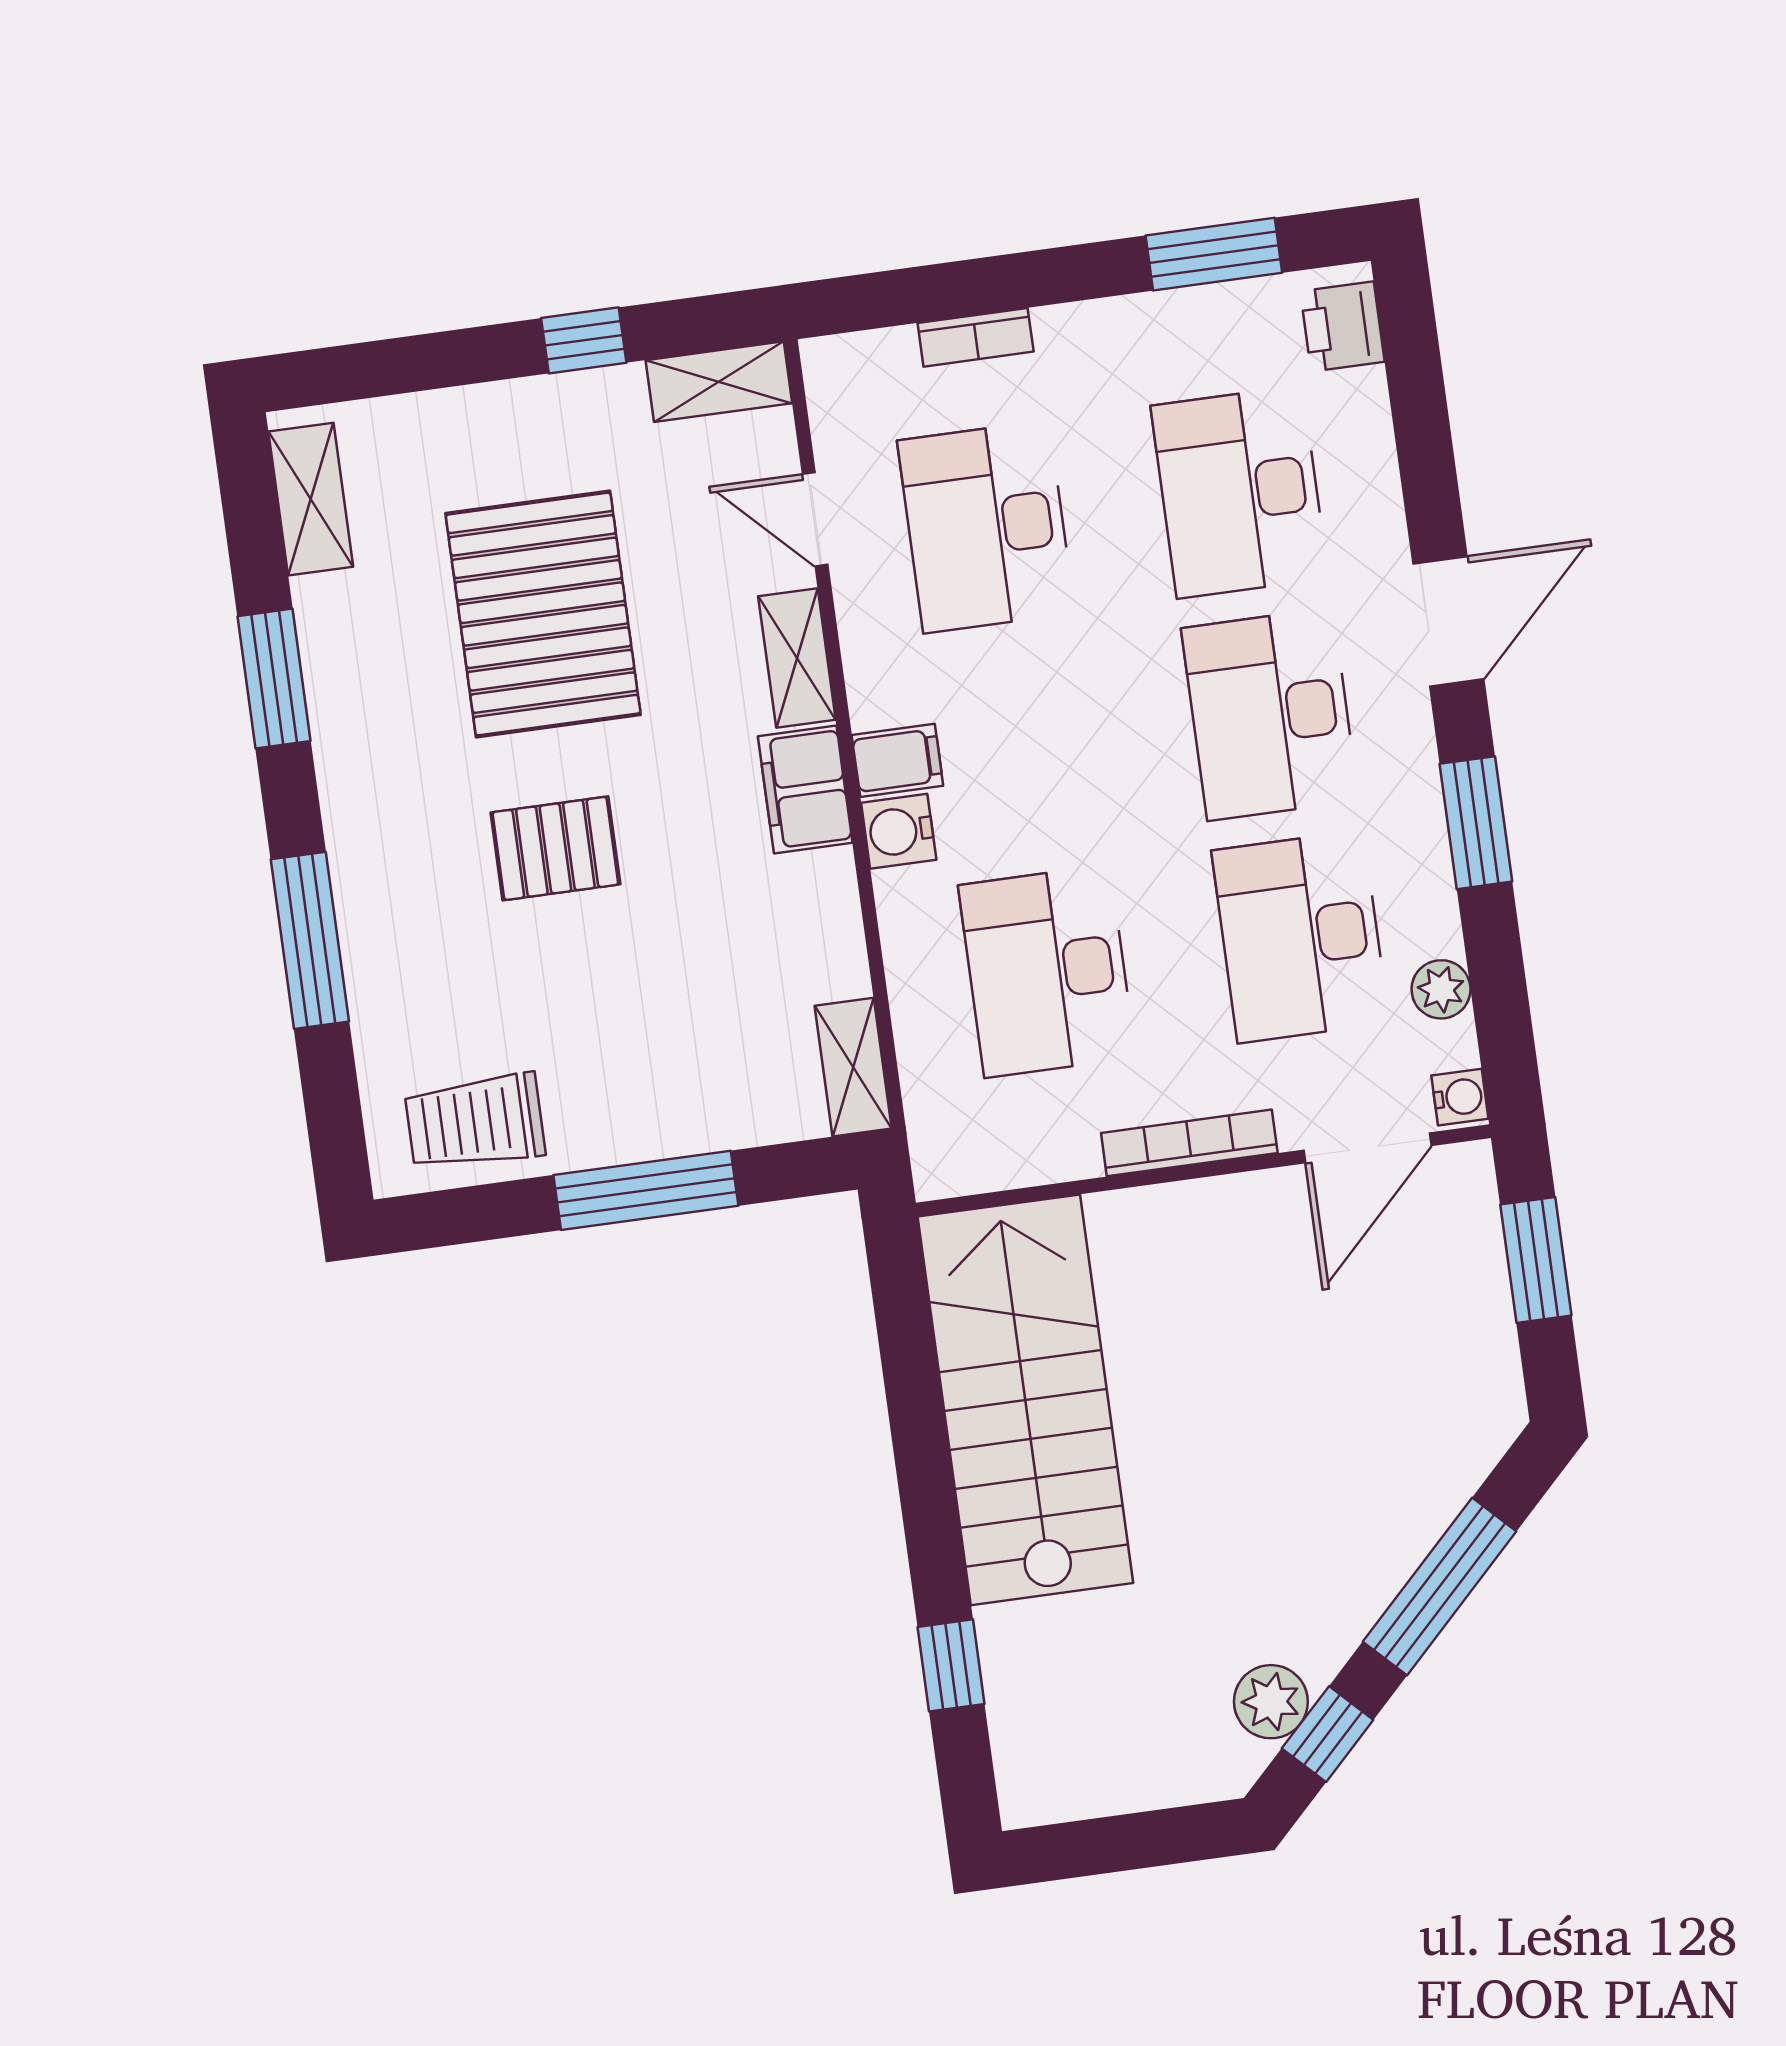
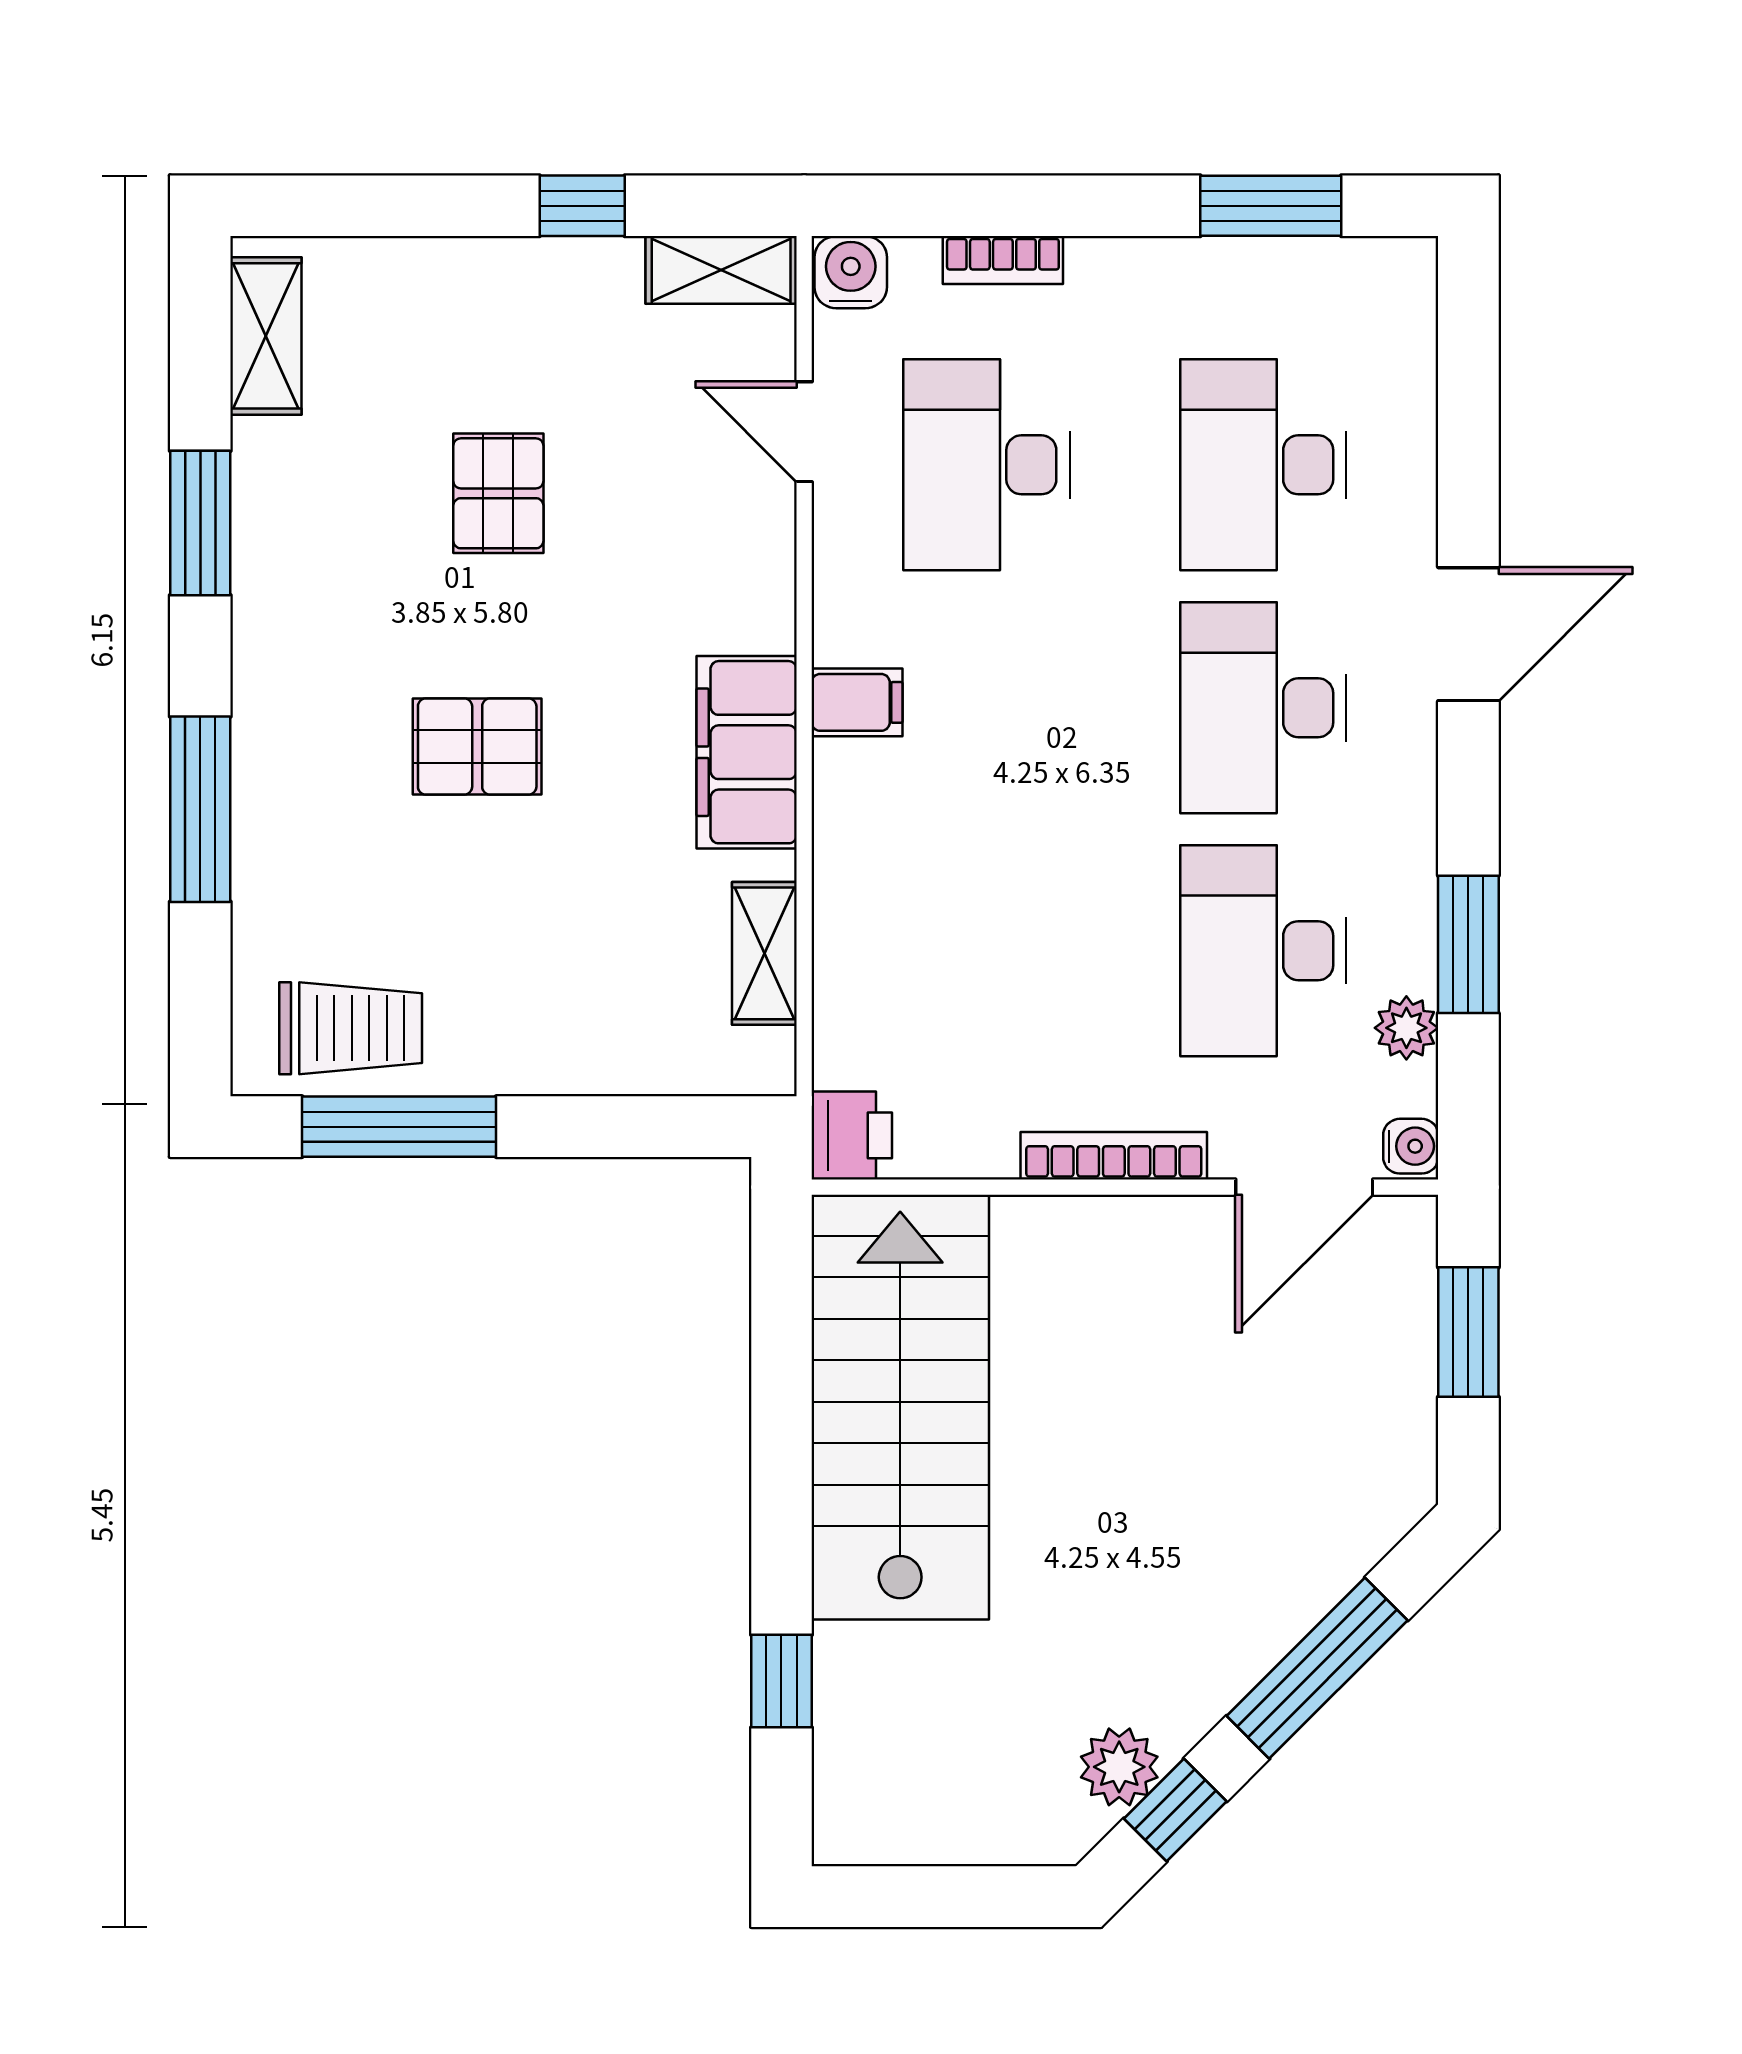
printer: (1342, 327) -> (852, 1135), moved, turned 180
pallet: (543, 614) -> (498, 493), width x0.49, depth x0.50
shelving: (797, 658) -> (764, 578), removed
filing cabinet: (805, 790) -> (747, 752), width x1.50, depth x1.17
window: (1476, 823) -> (1468, 944), moved
water cooler: (899, 831) -> (851, 272), moved, turned 90
desk: (1047, 971) -> (986, 951), removed
shelving: (853, 1067) -> (764, 953), moved
trolley: (475, 1122) -> (351, 1028), turned 180
window: (646, 1190) -> (399, 1127), moved

